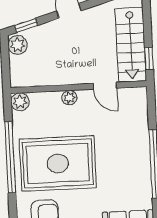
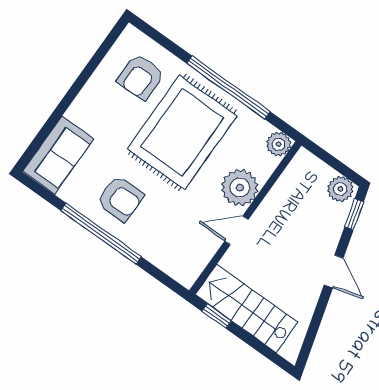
door: (105, 86) -> (236, 230), moved
plant: (69, 98) -> (240, 188), width x1.87, depth x1.87
armchair: (125, 169) -> (120, 199), added

